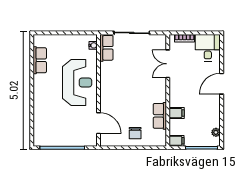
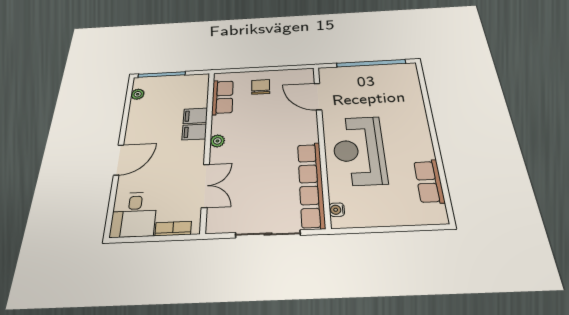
row of seats: (106, 48) -> (311, 184), width x2.02
plant: (162, 94) -> (217, 141), added
row of seats: (160, 116) -> (222, 97), moved
filing cabinet: (176, 141) -> (194, 132), moved

